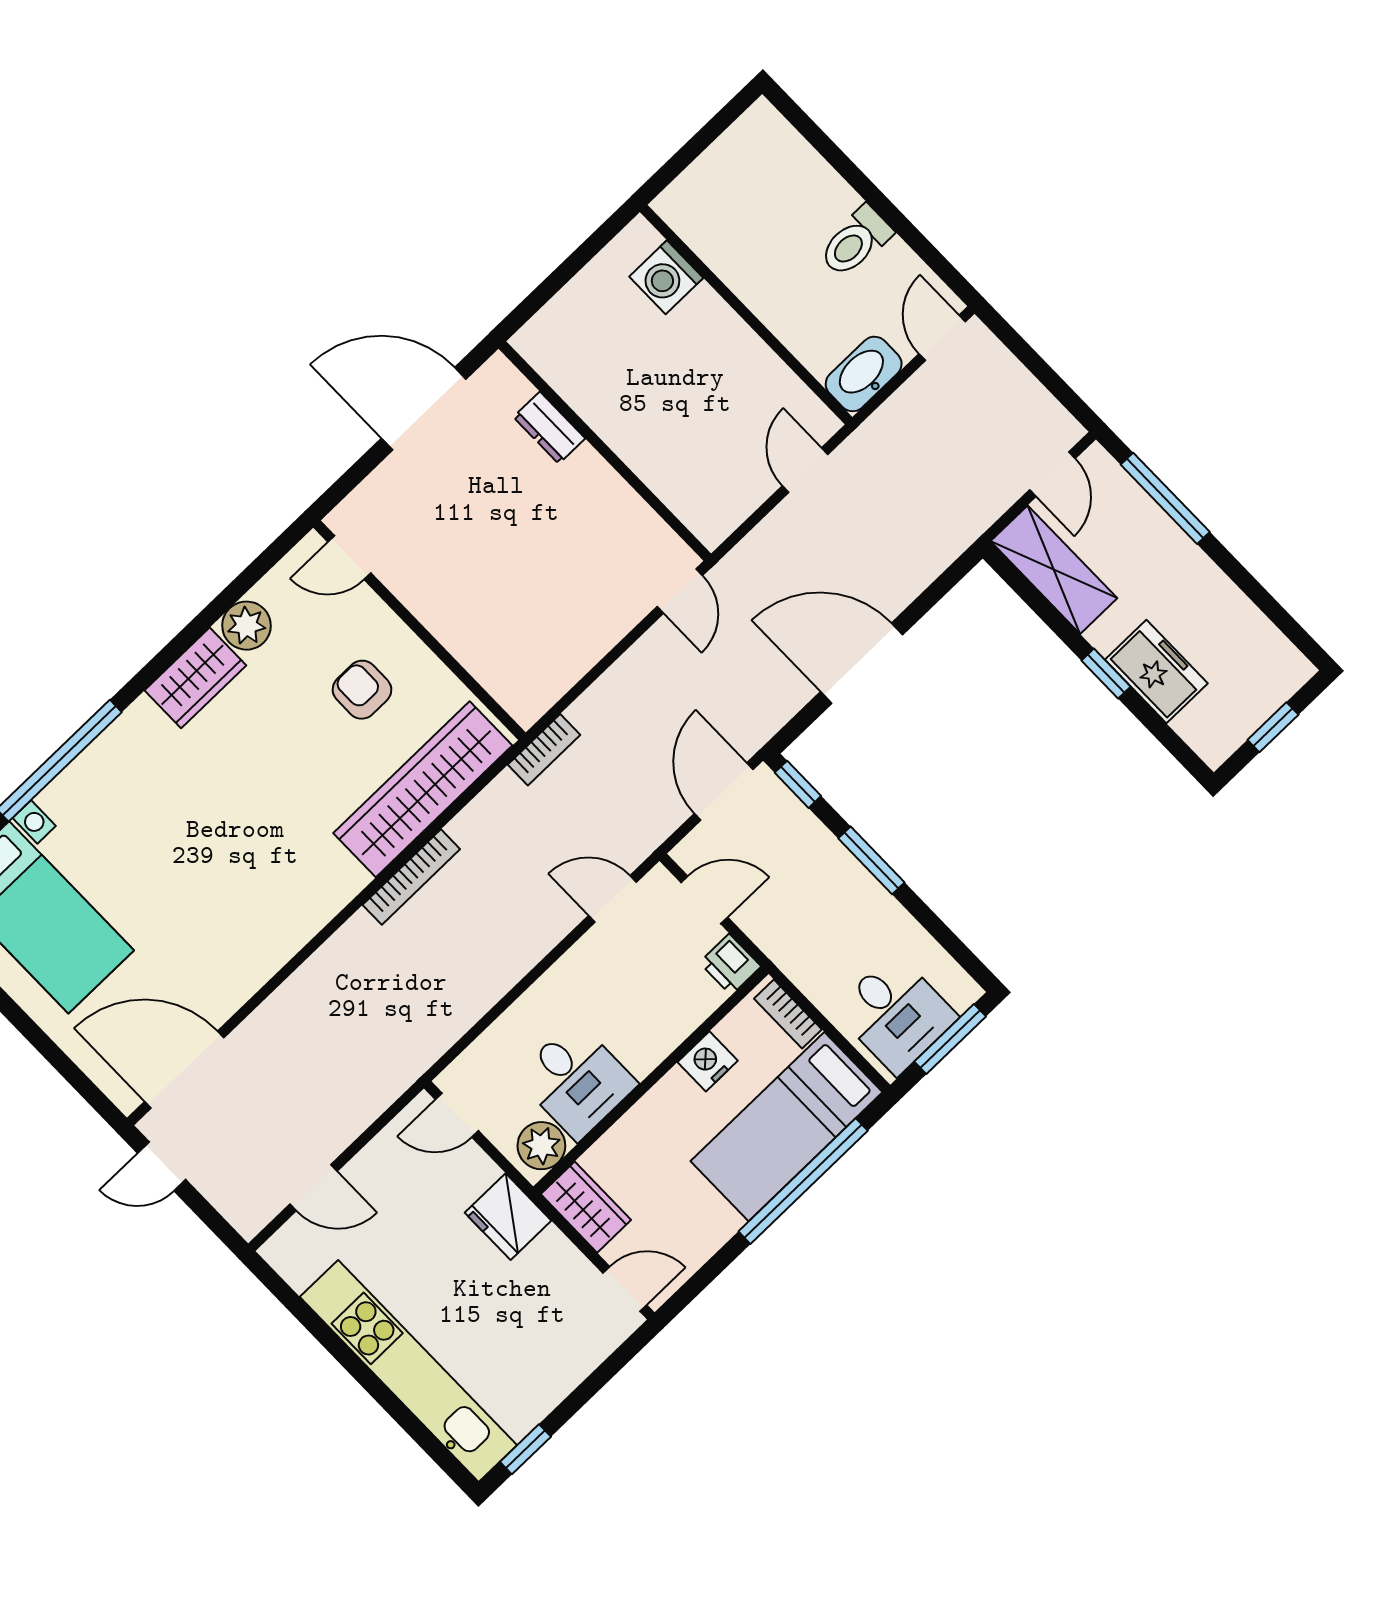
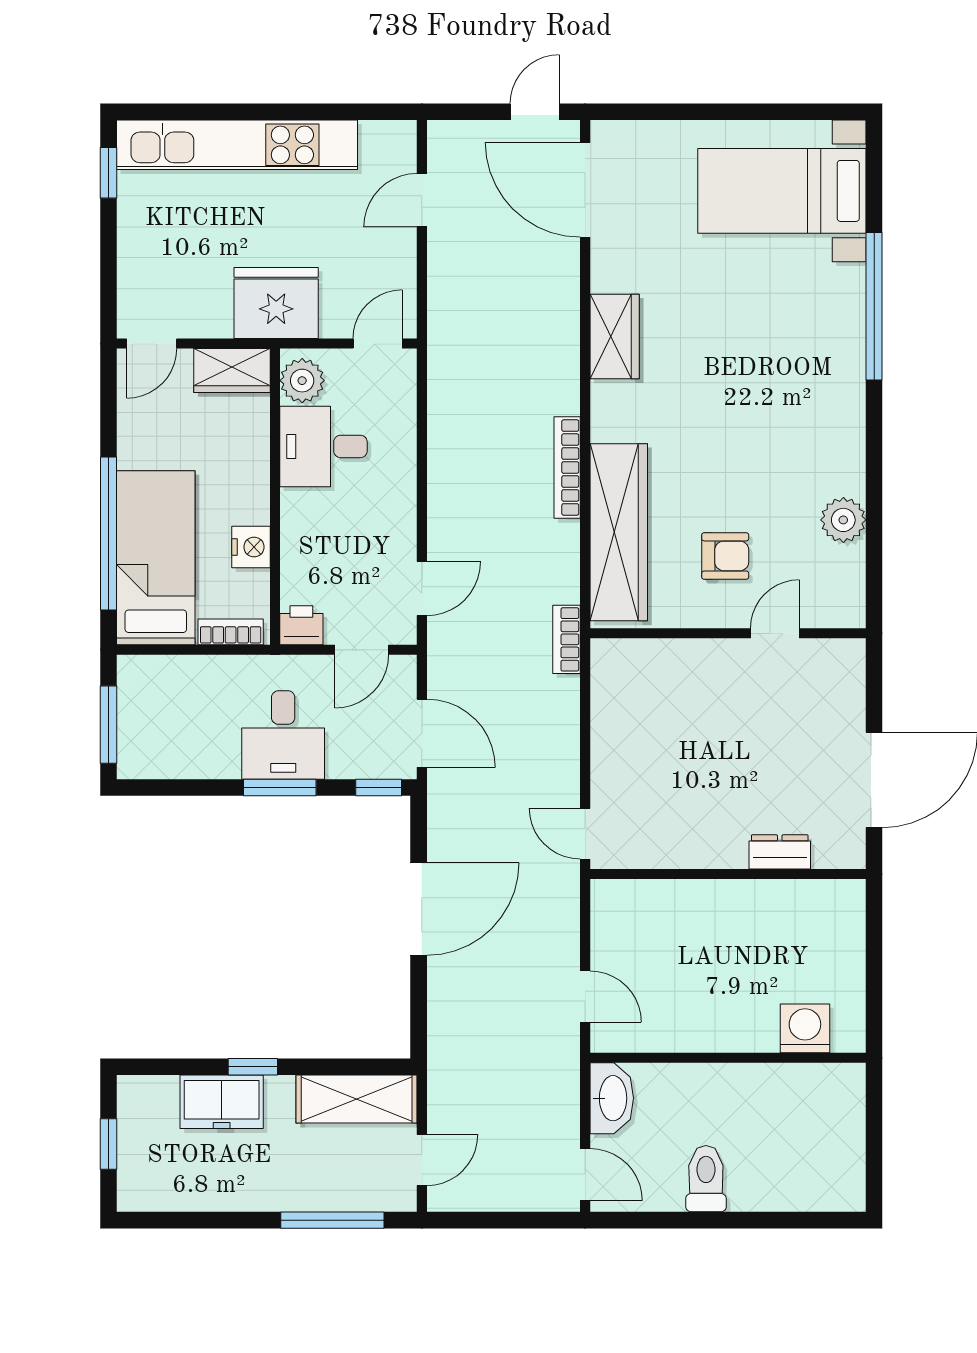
door: (1052, 474) -> (422, 1160), swing flipped
door: (349, 557) -> (775, 633), moved
wardrobe: (195, 678) -> (615, 337), moved, turned 180
desk: (896, 1013) -> (283, 735), moved, turned -90
door: (184, 1070) -> (585, 190), swing flipped
fridge: (508, 1217) -> (276, 303), width x1.36, depth x1.34

